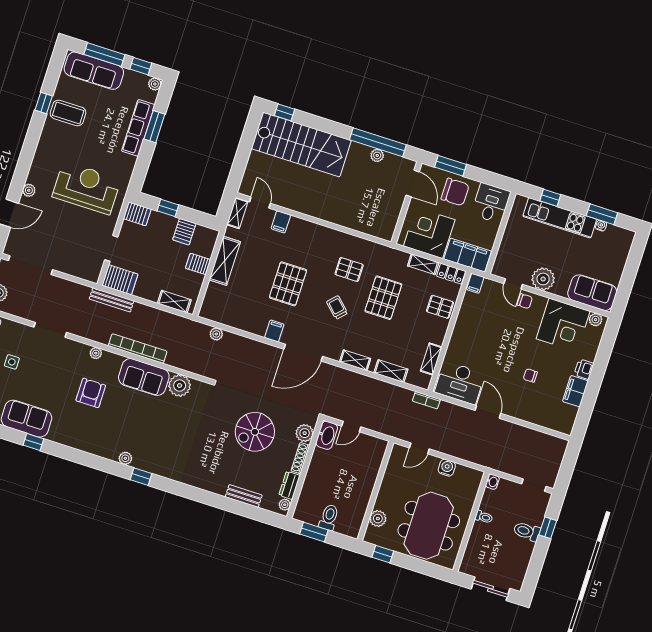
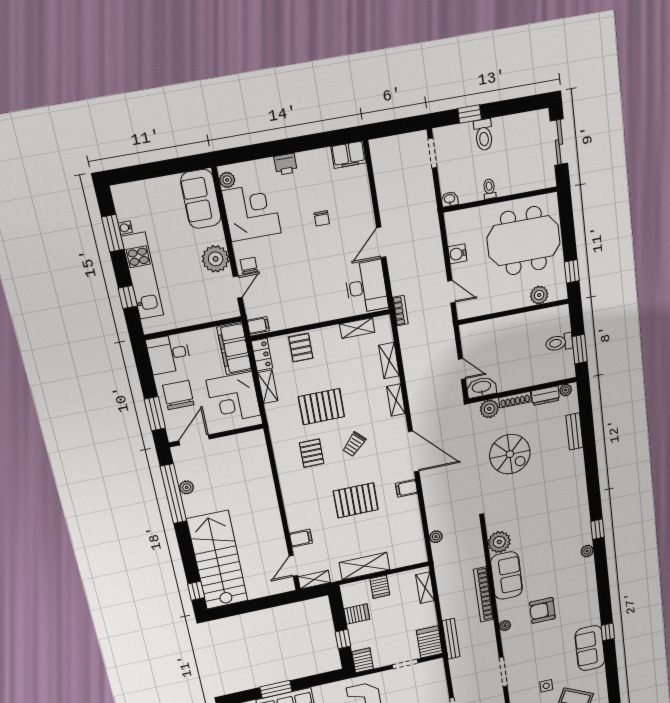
filing cabinet: (575, 391) -> (349, 155), moved

